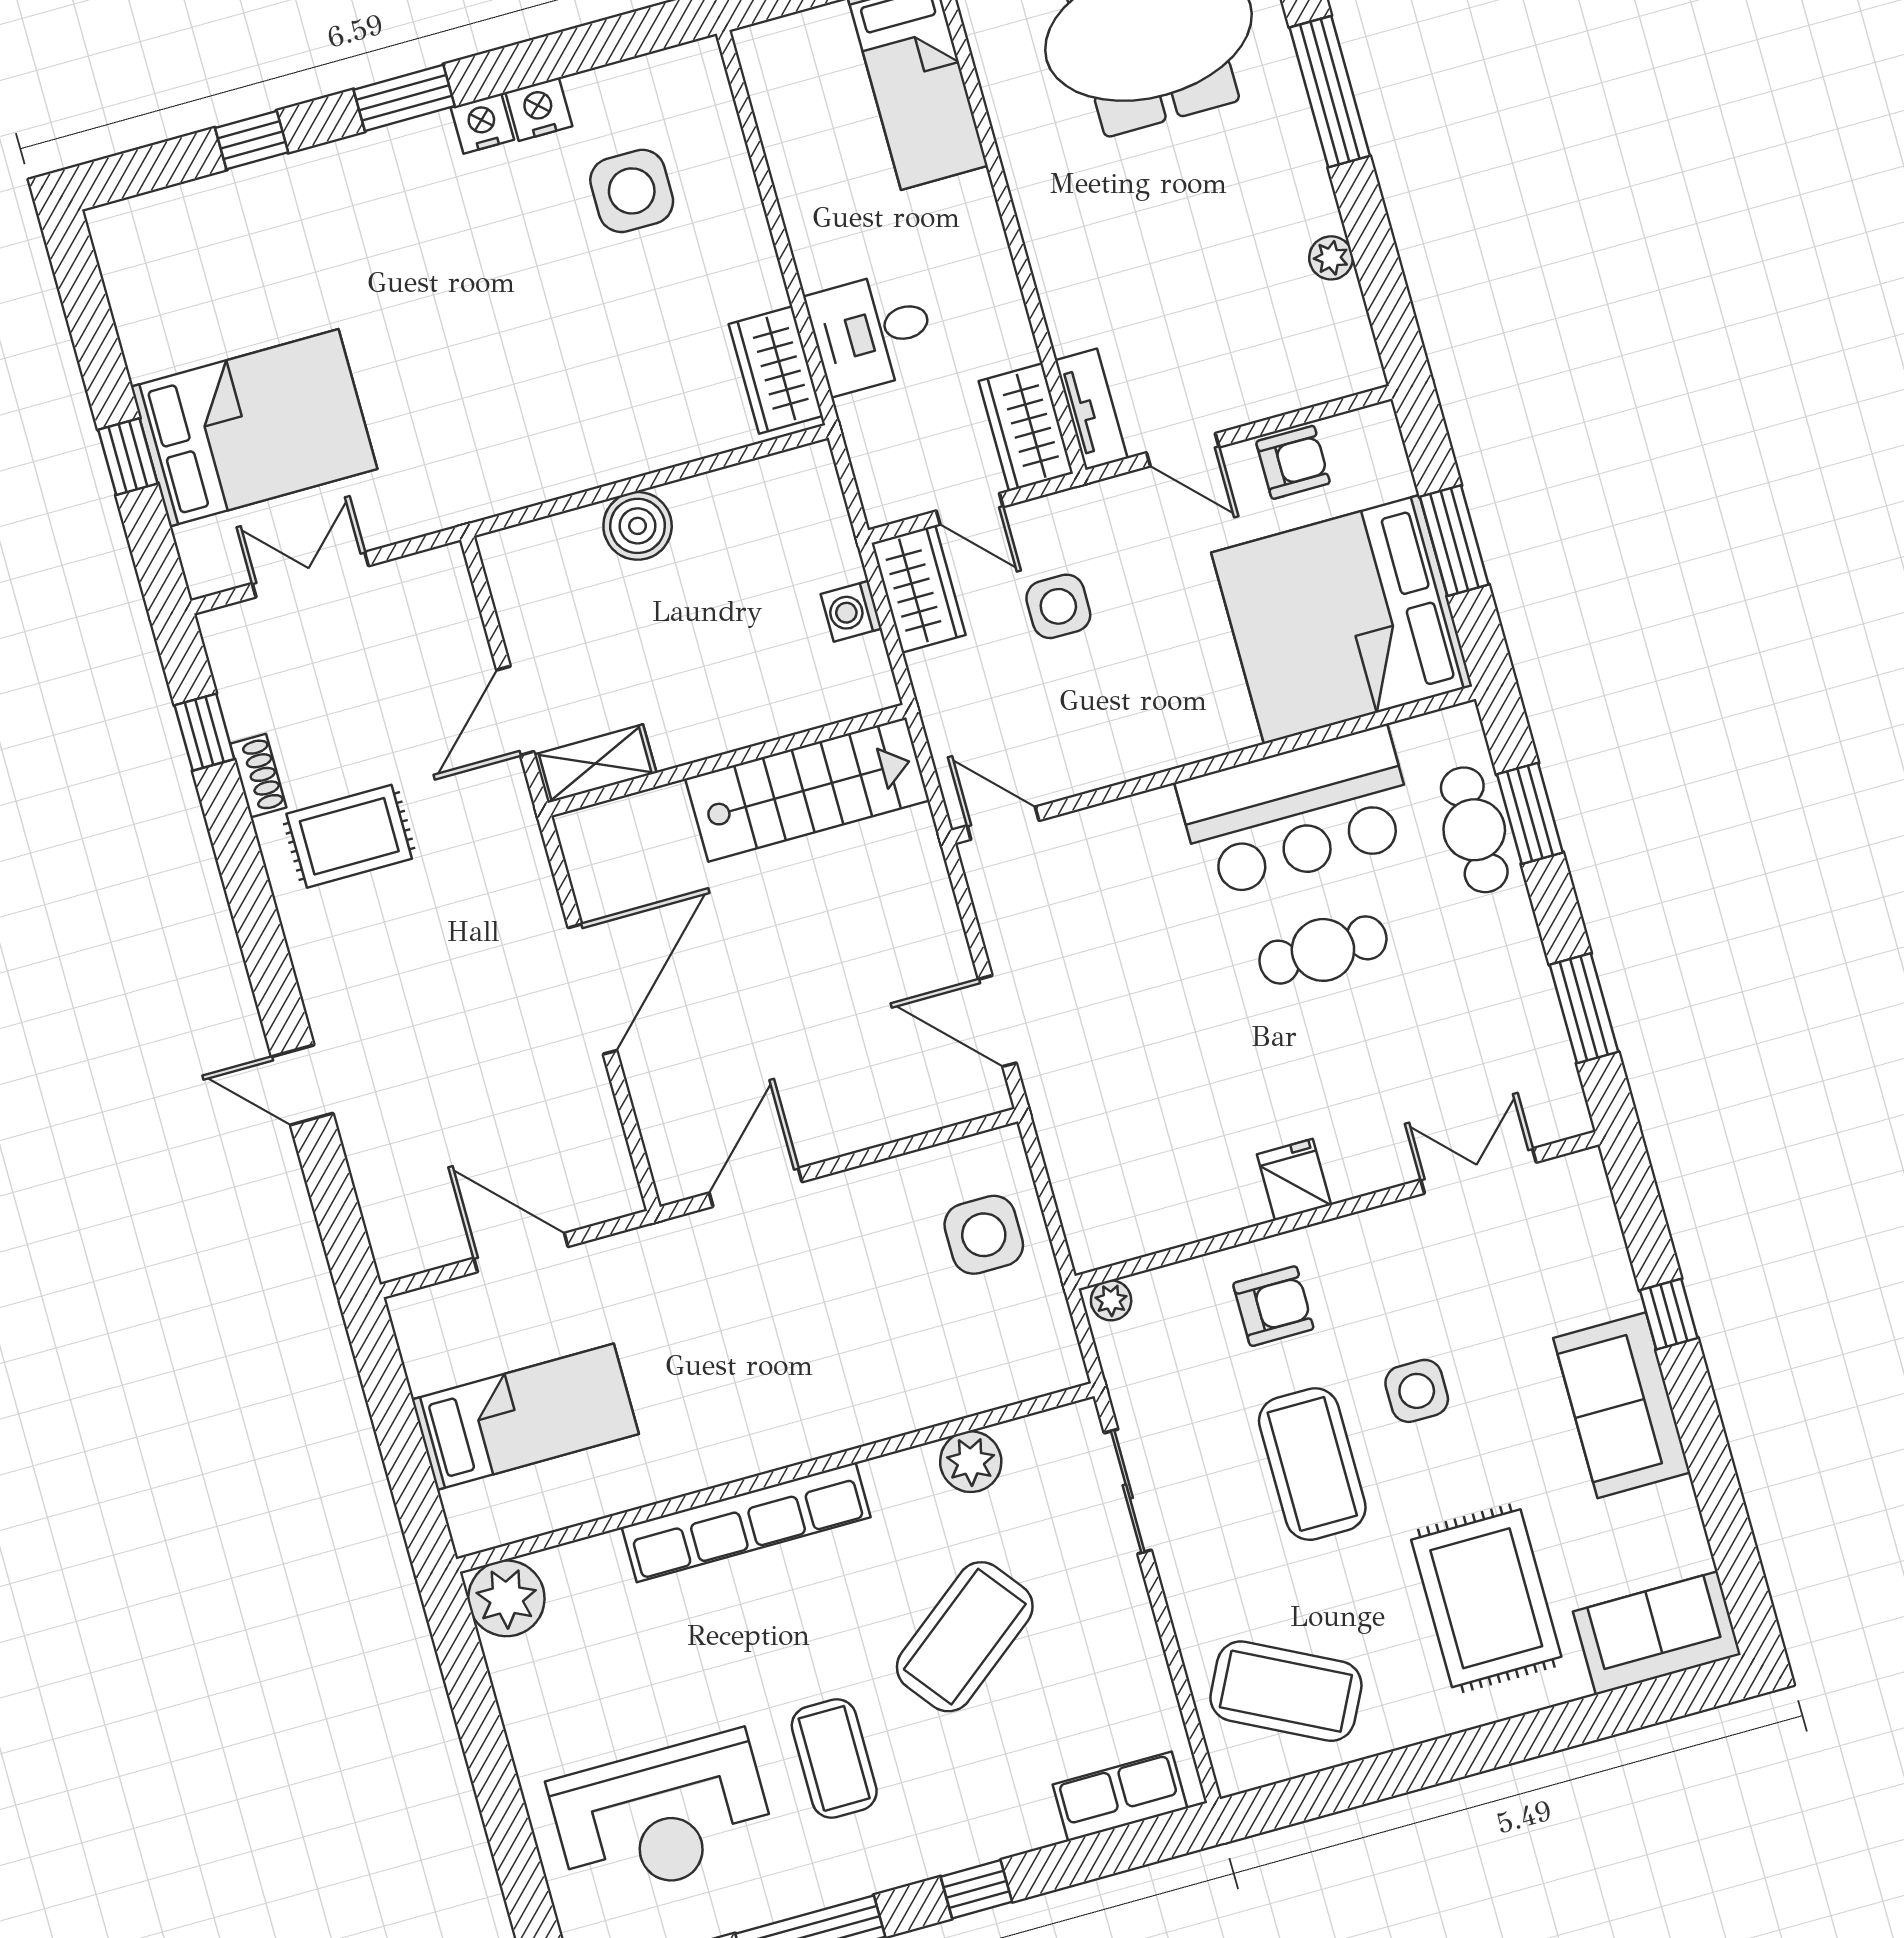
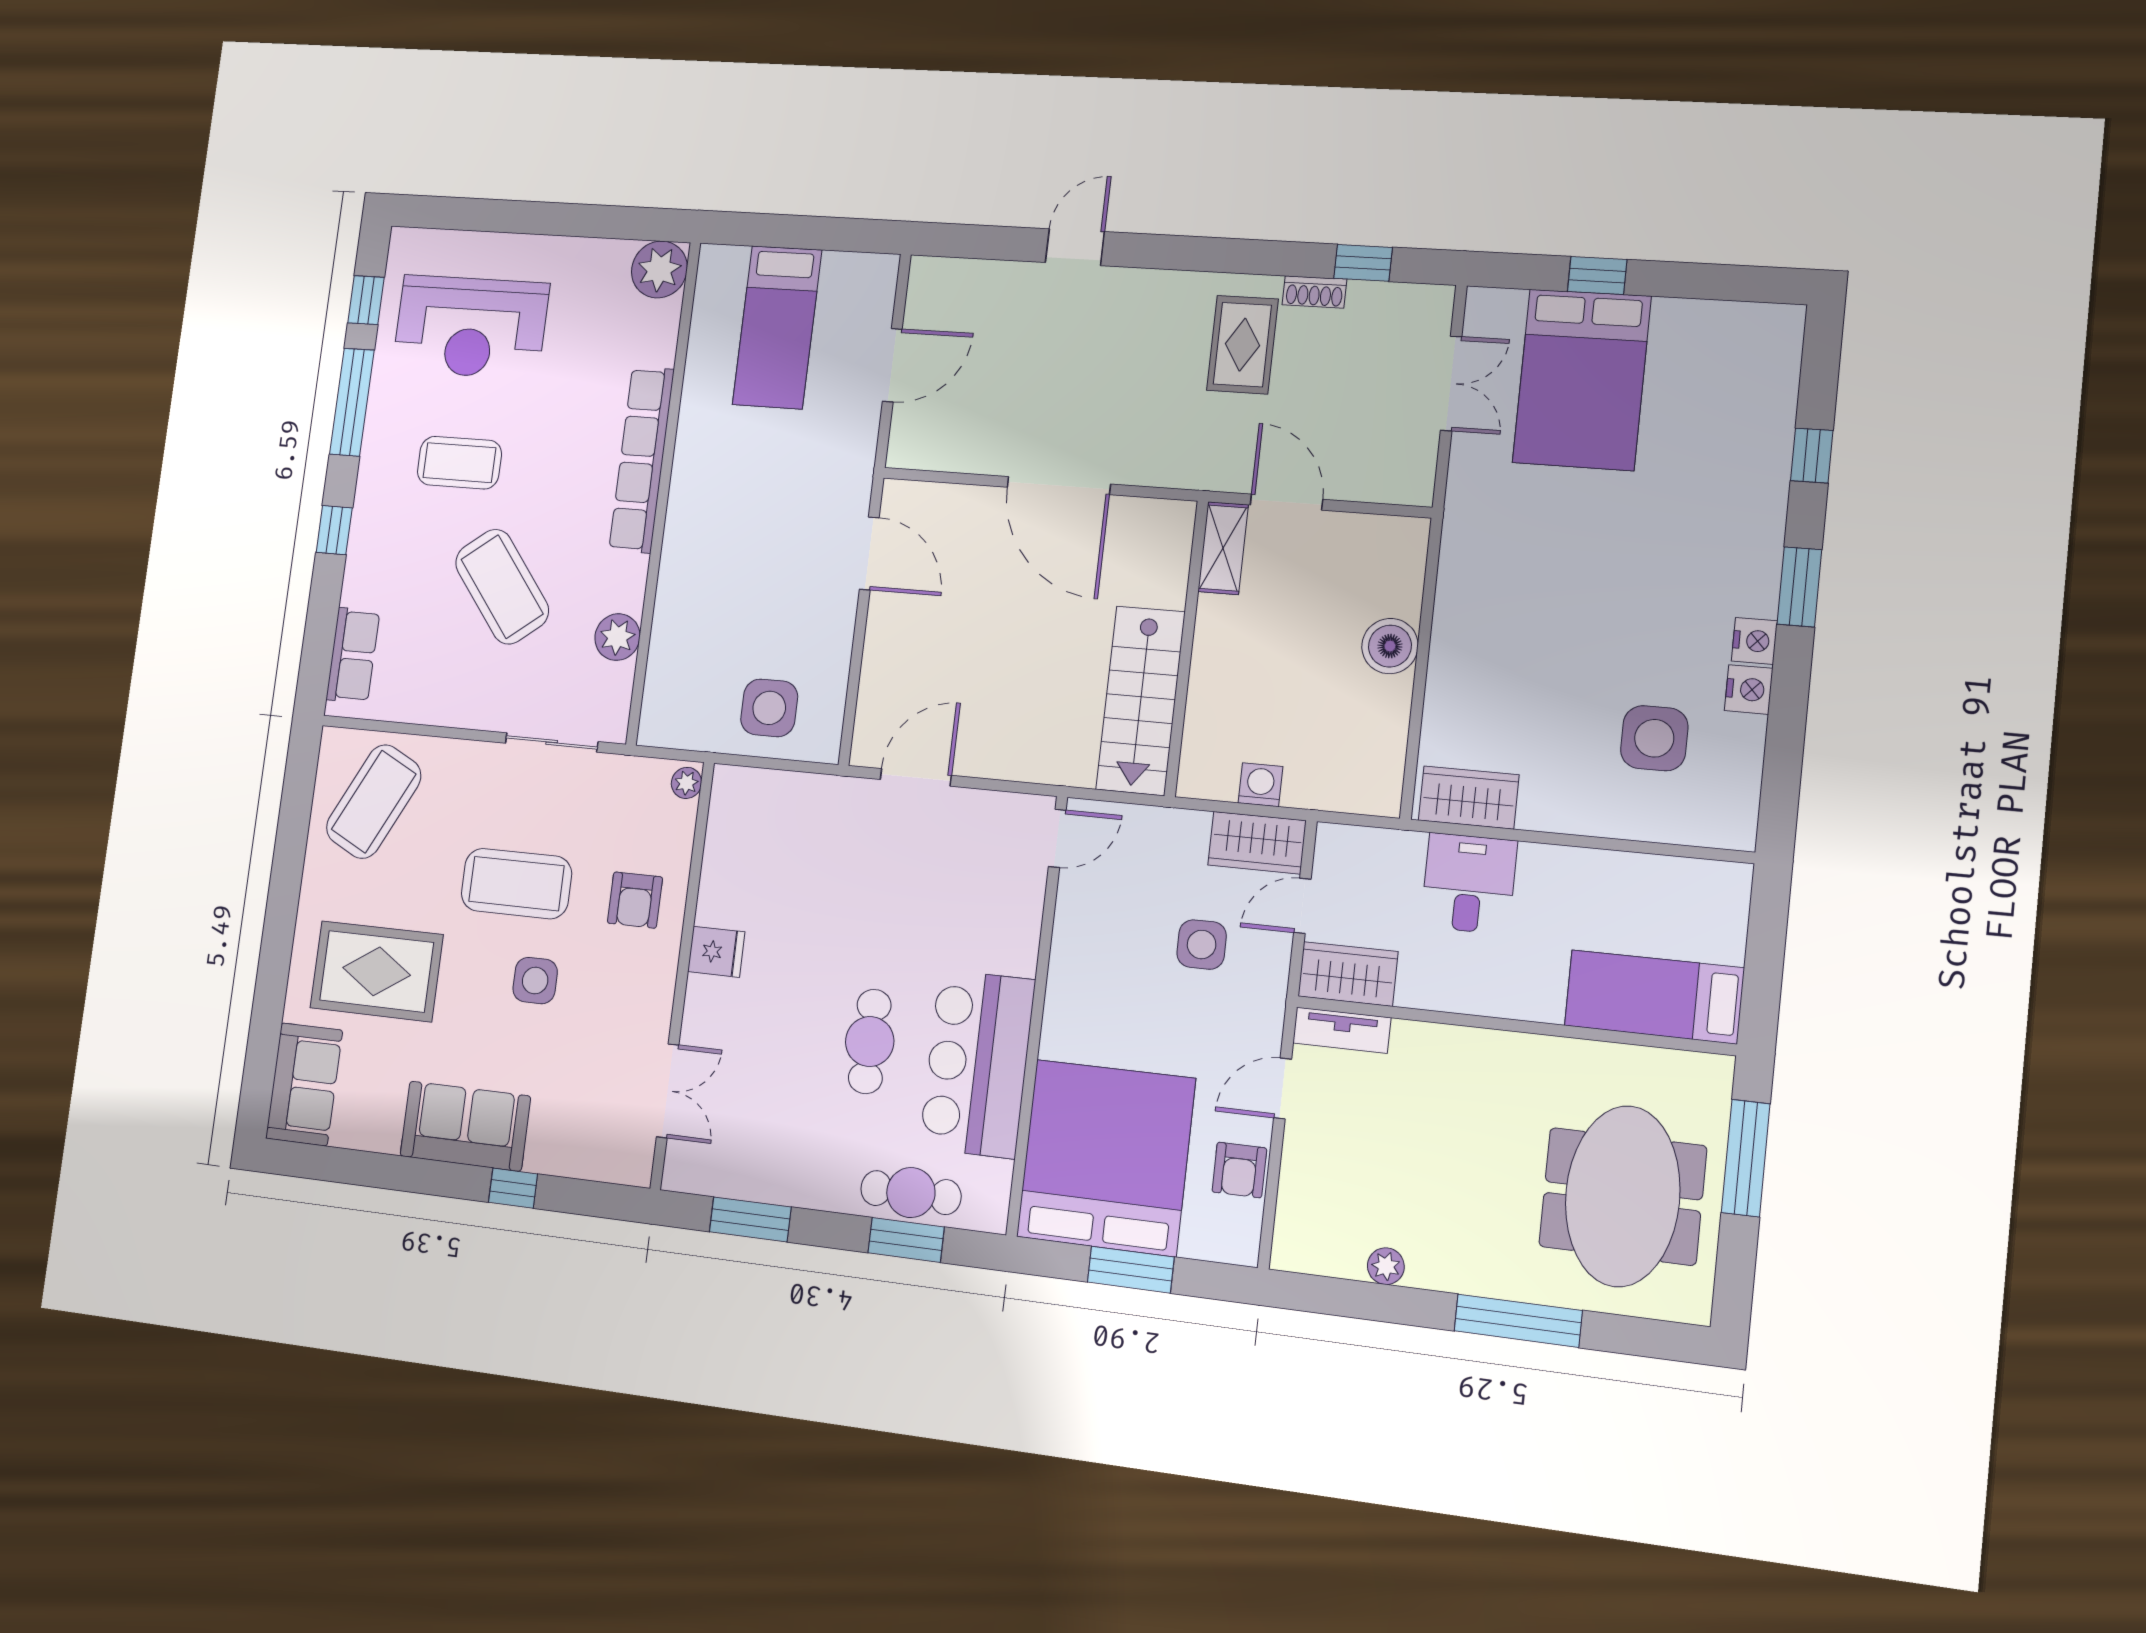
reception desk: (662, 1817) -> (471, 327), turned -90

